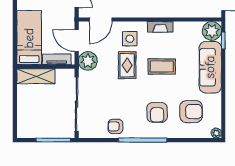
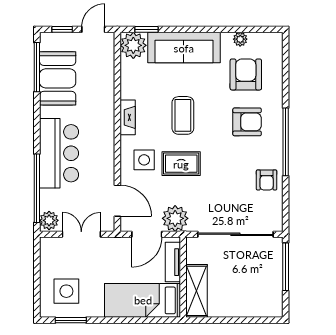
plant: (216, 133) -> (240, 39), moved

